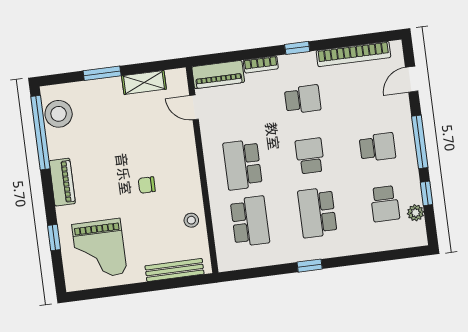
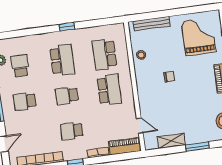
school desk: (310, 156) -> (67, 96), turned 90

